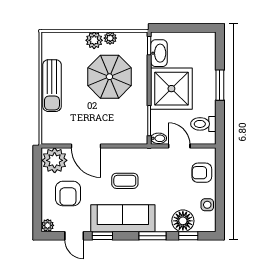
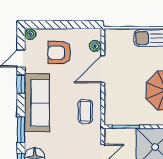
bidet: (159, 138) -> (110, 135), removed
plant: (55, 160) -> (95, 46), width x0.53, depth x0.53
coffee table: (125, 181) -> (85, 111), moved

